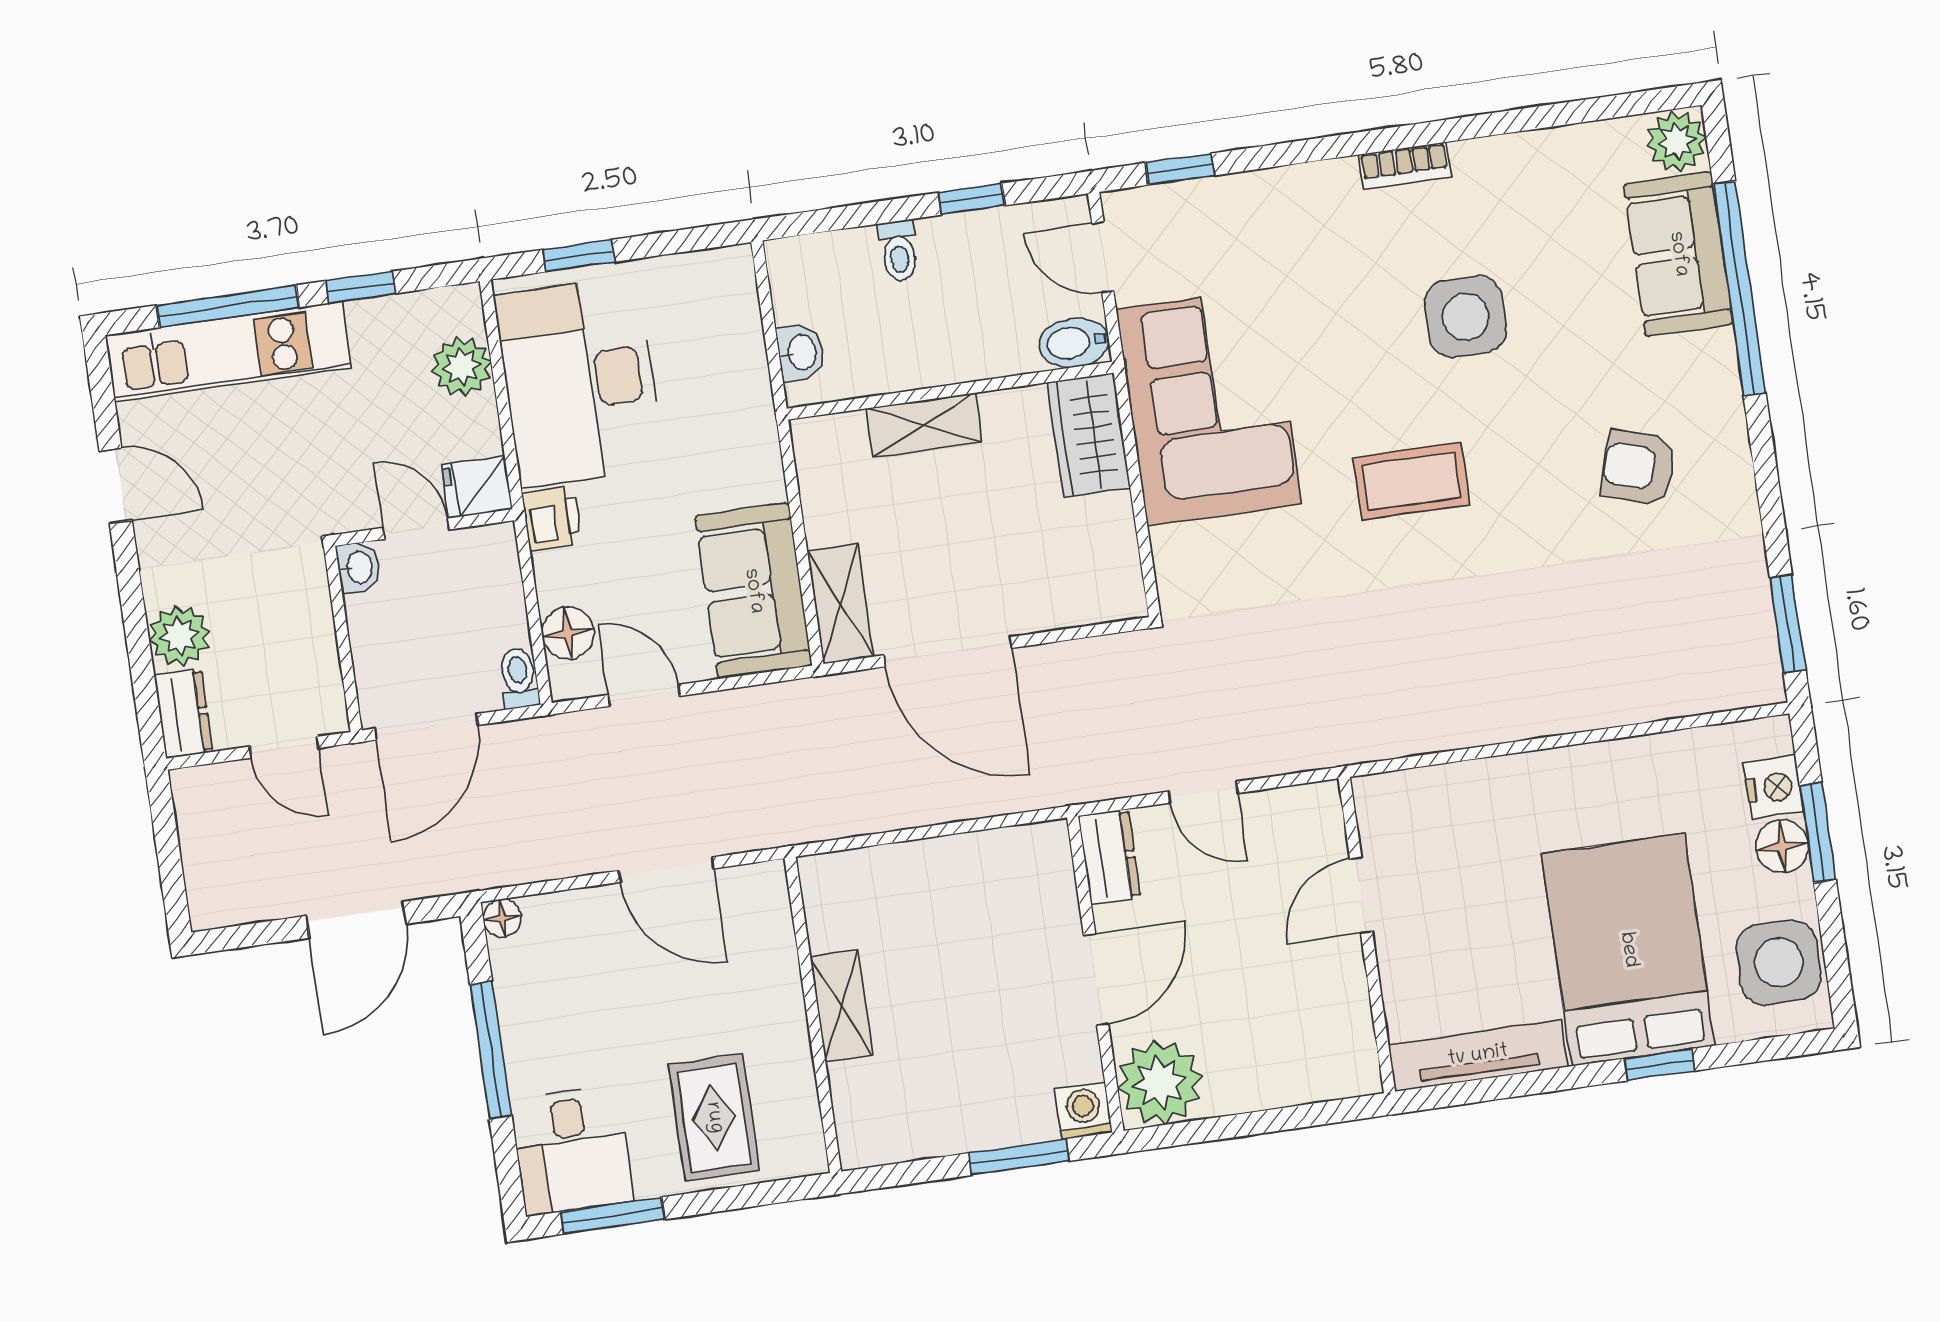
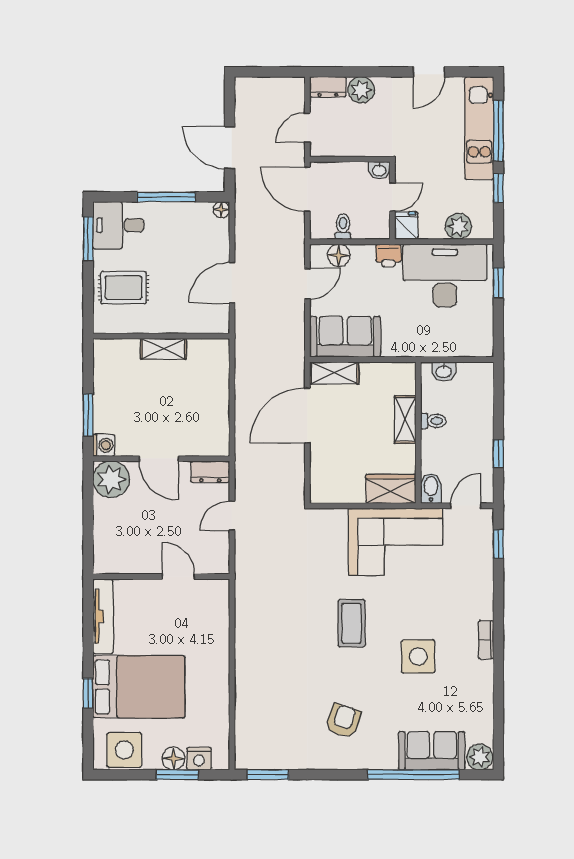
toilet: (899, 251) -> (433, 421), moved, turned 180
toilet: (519, 678) -> (343, 227), moved, turned -90

